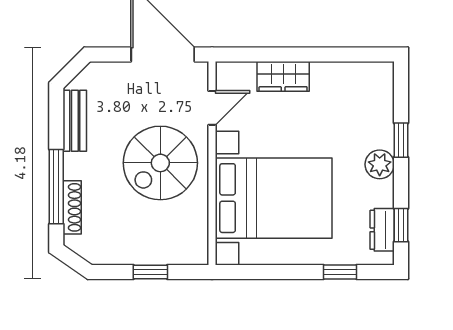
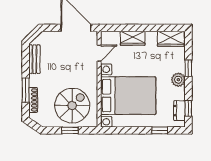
wardrobe: (364, 78) -> (171, 39), added
spiral stairs: (160, 163) -> (72, 106), moved, turned 180
window: (56, 187) -> (26, 90), width x0.69

